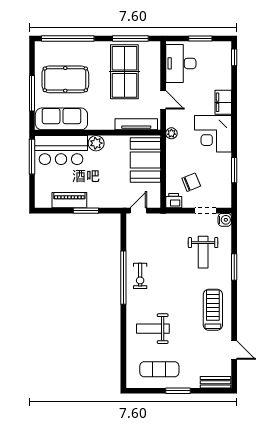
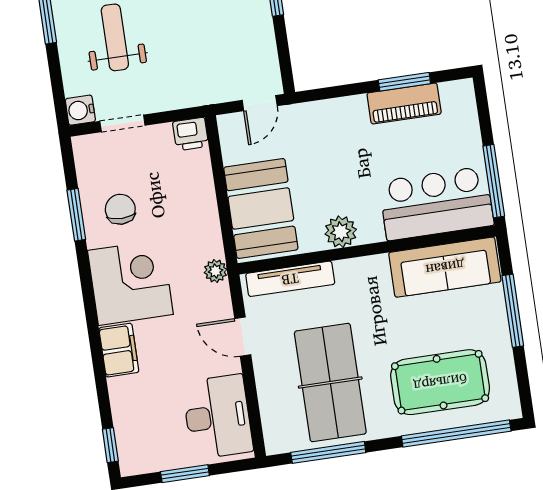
pool table: (65, 79) -> (440, 382), moved
plant: (96, 143) -> (341, 232), moved
chair: (191, 182) -> (120, 209), moved, turned 112
window: (86, 211) -> (404, 82), moved

